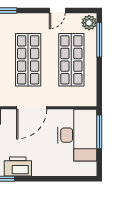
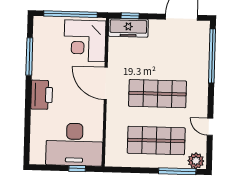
door: (32, 108) -> (106, 83), moved
window: (99, 132) -> (77, 168), width x0.46
printer: (18, 167) -> (42, 95), moved

